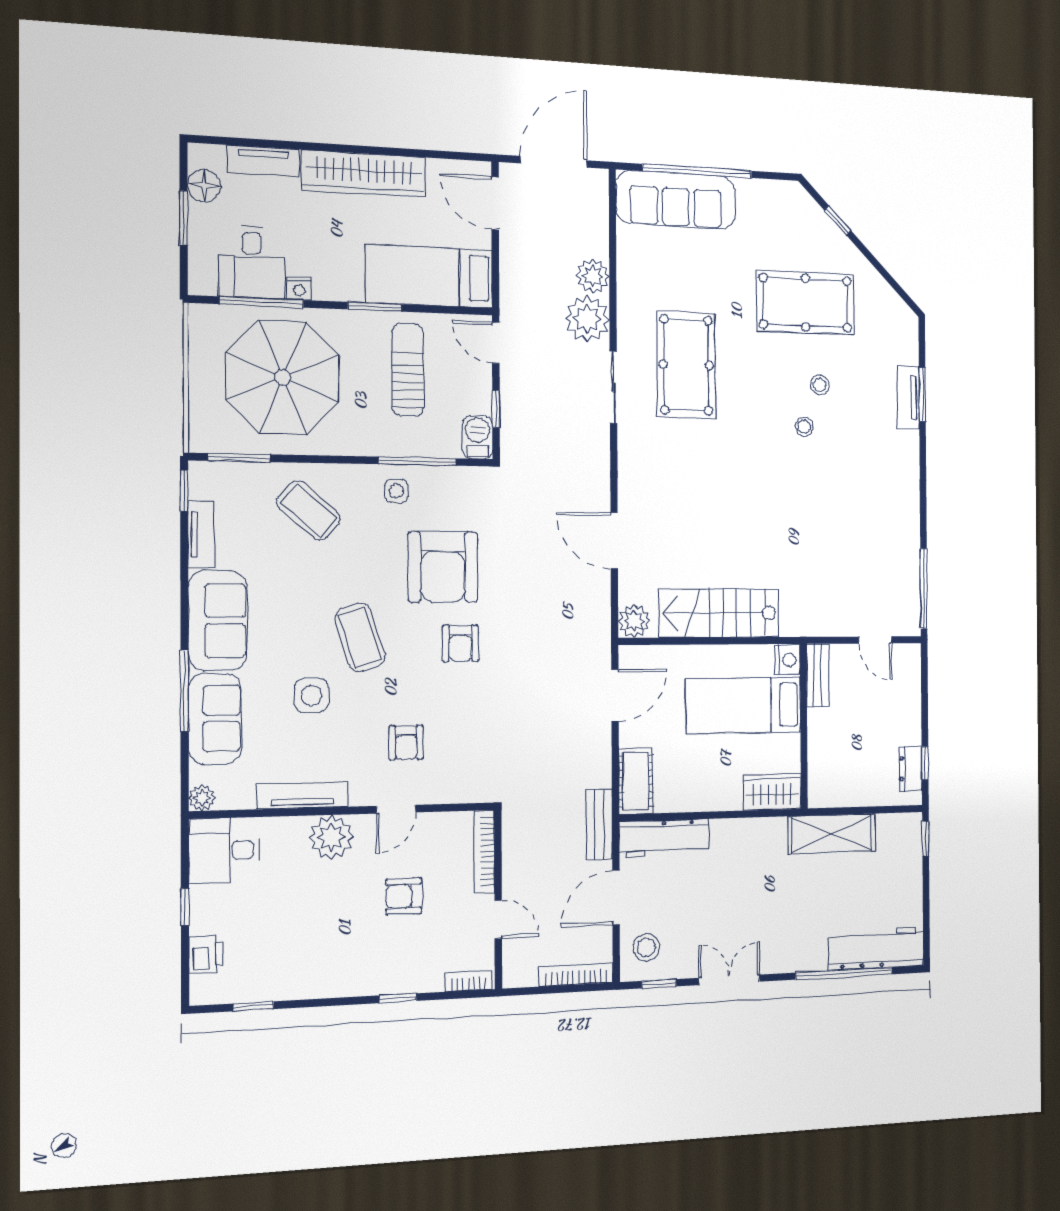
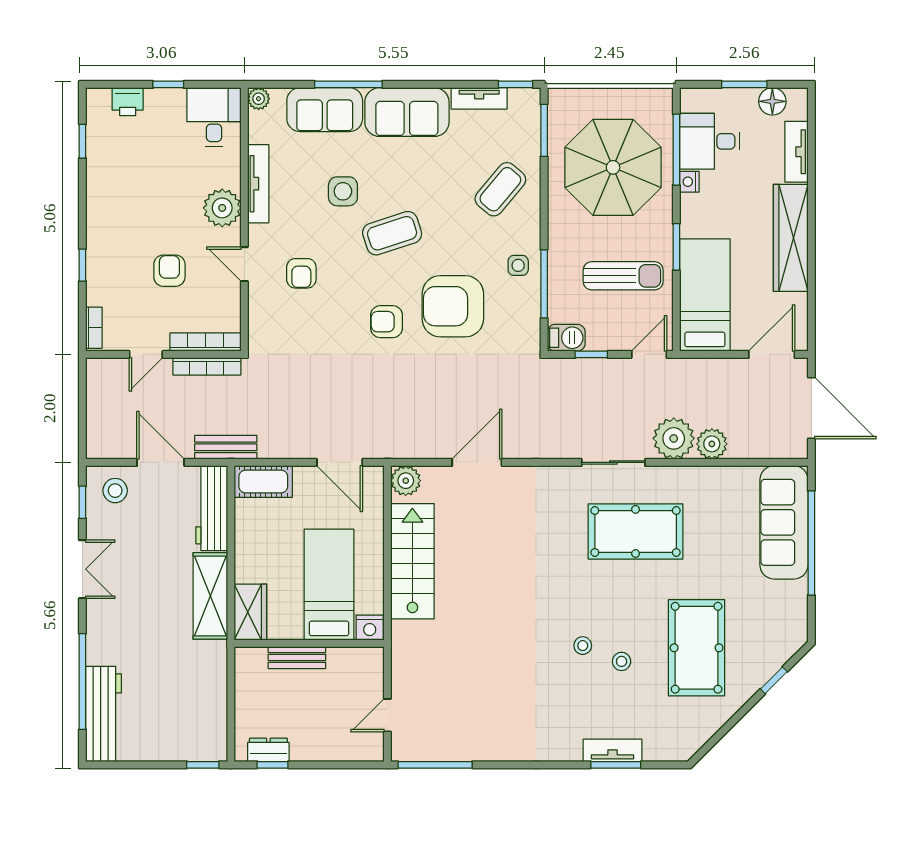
bench: (818, 675) -> (297, 658), moved
armchair: (406, 743) -> (301, 273), turned -90
shelving: (832, 834) -> (210, 596), moved
bookcase: (576, 975) -> (207, 366), moved, turned 90

